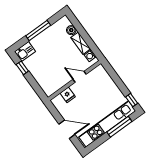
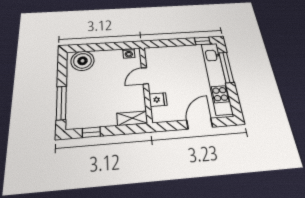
window: (38, 30) -> (61, 103), moved
boiler: (71, 30) -> (82, 61), width x1.86, depth x1.86
shelving: (81, 43) -> (132, 118), moved
kitchen sink: (25, 52) -> (74, 118), removed

